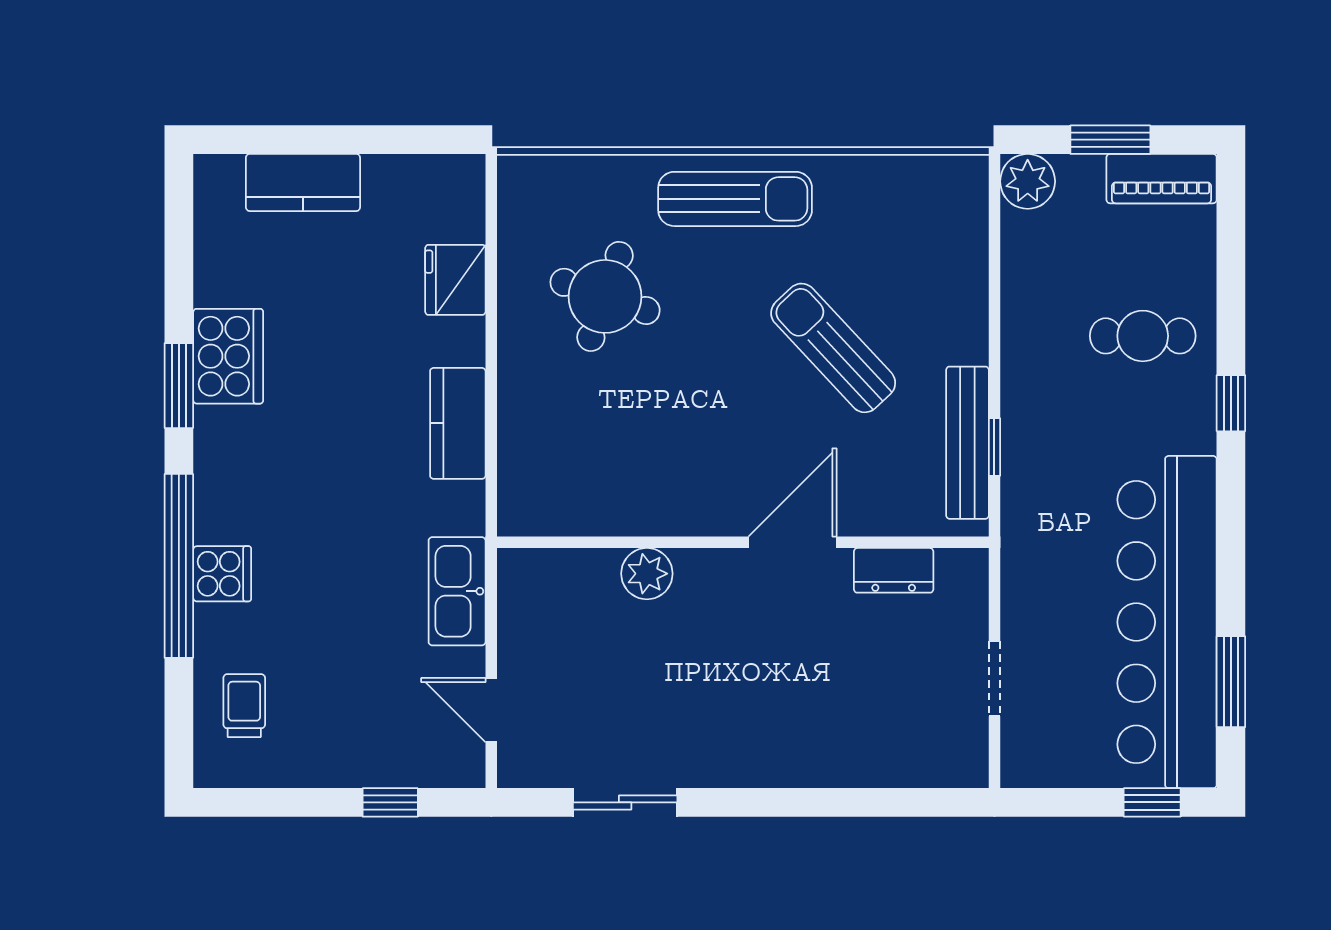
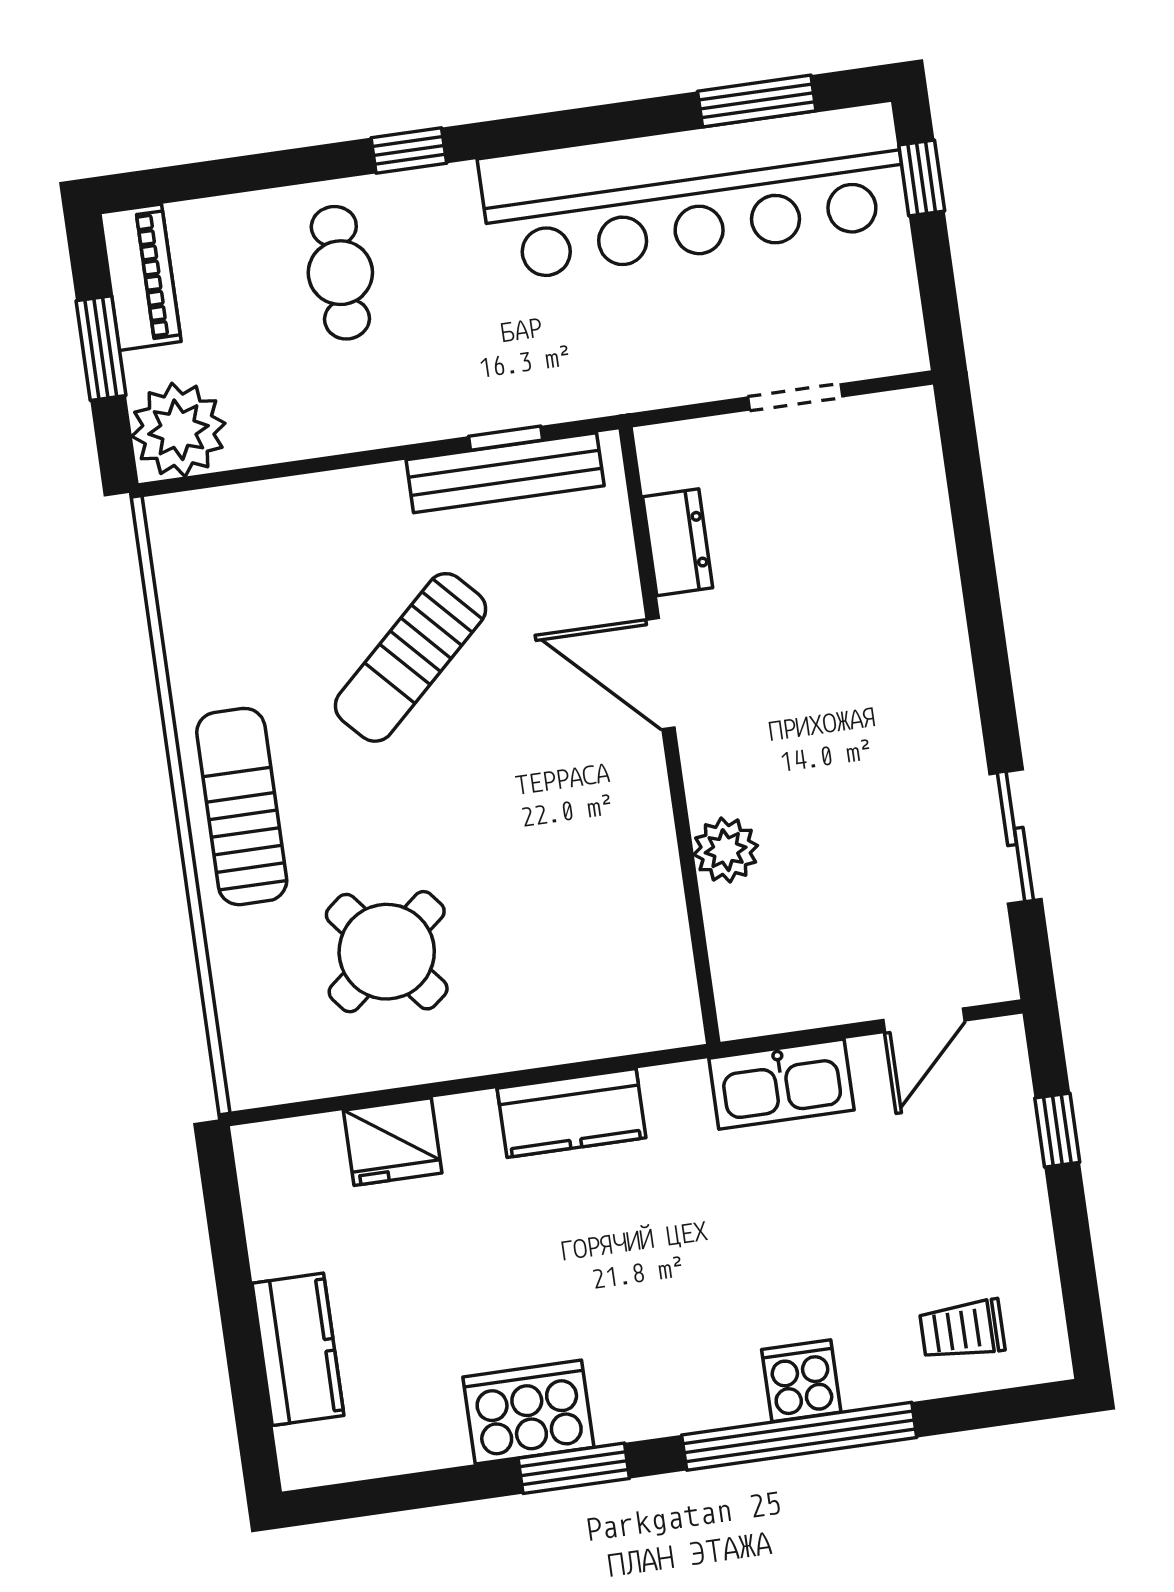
plant: (1028, 181) -> (178, 430), width x1.36, depth x1.36
round table: (605, 296) -> (387, 952), turned 32

